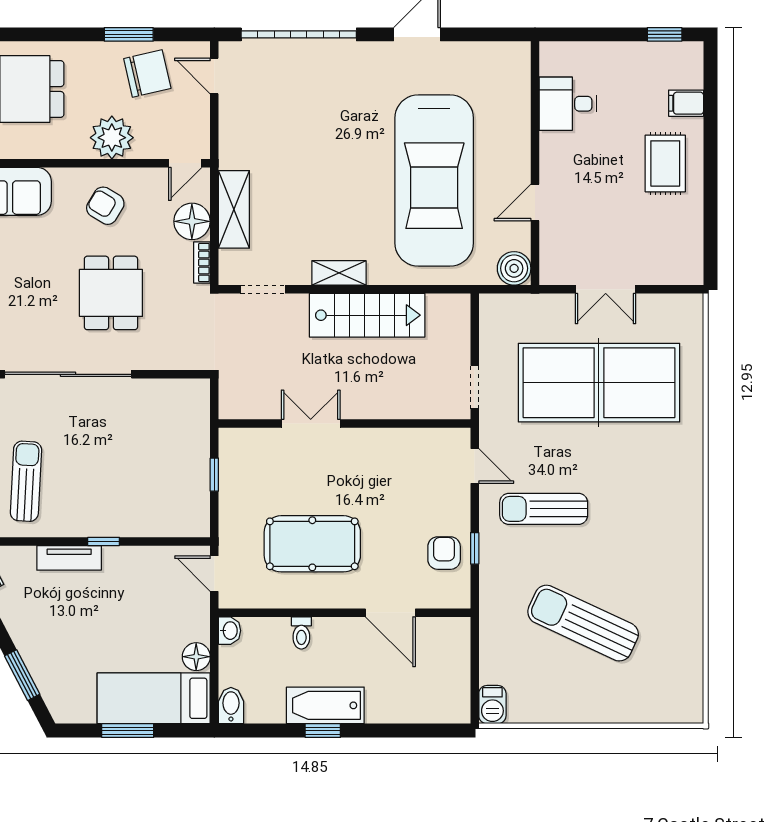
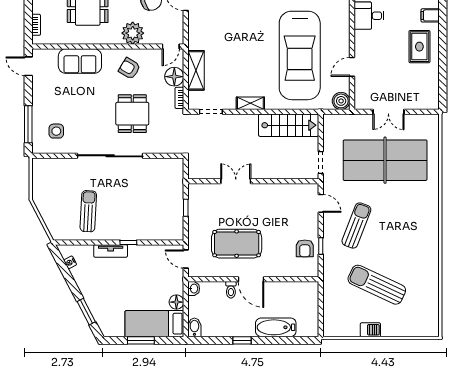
stairs: (367, 315) -> (289, 125), moved
sun lounger: (544, 509) -> (356, 226), turned 111
armchair: (444, 553) -> (305, 248), turned 180
door: (390, 613) -> (251, 279), moved
bathtub: (325, 705) -> (276, 327), moved
barbecue: (492, 705) -> (370, 330), moved, turned -90

